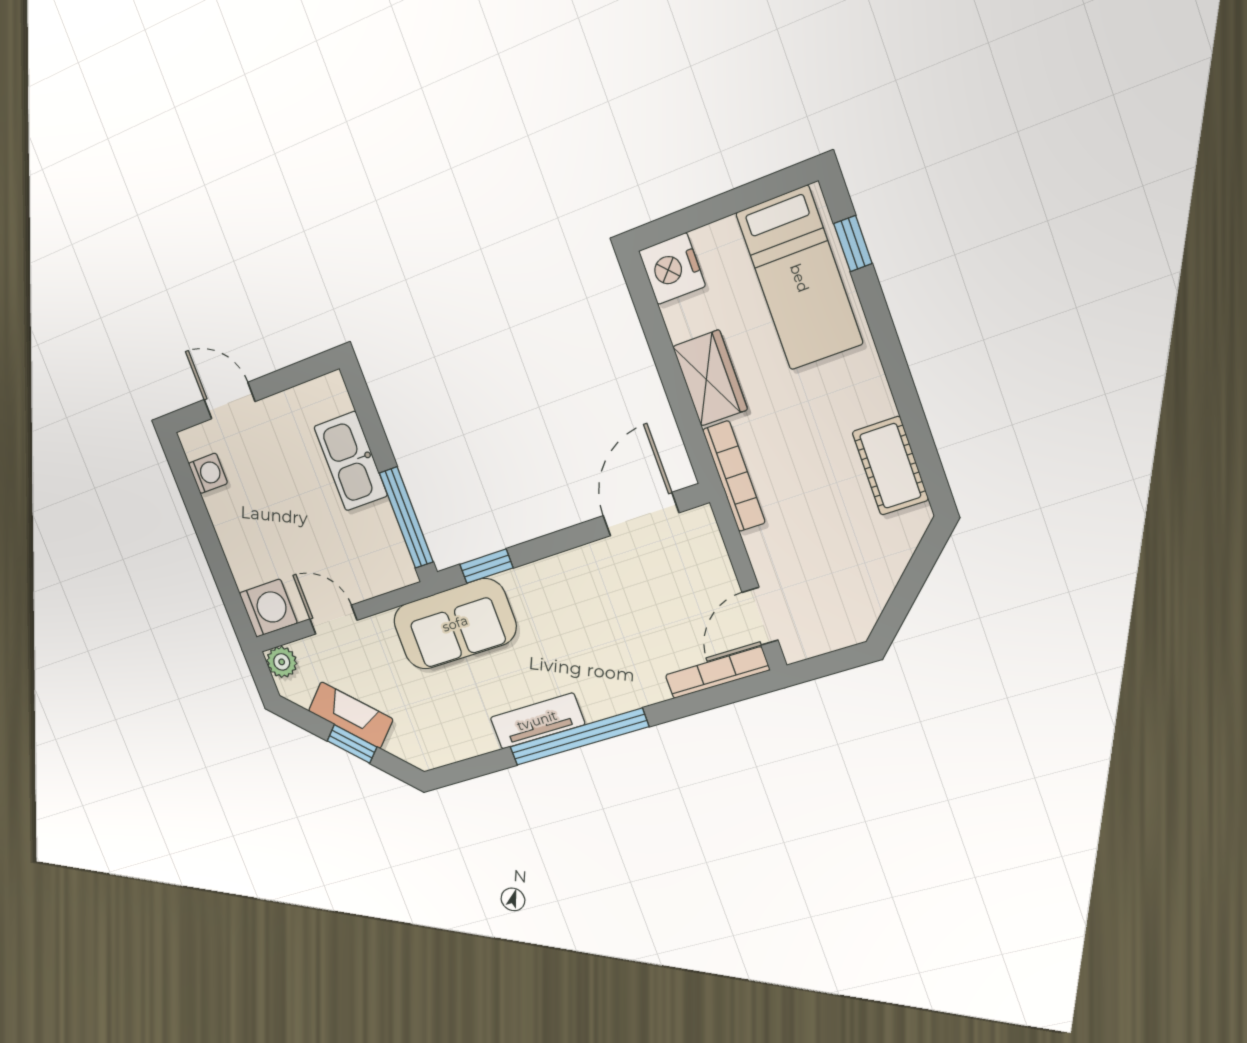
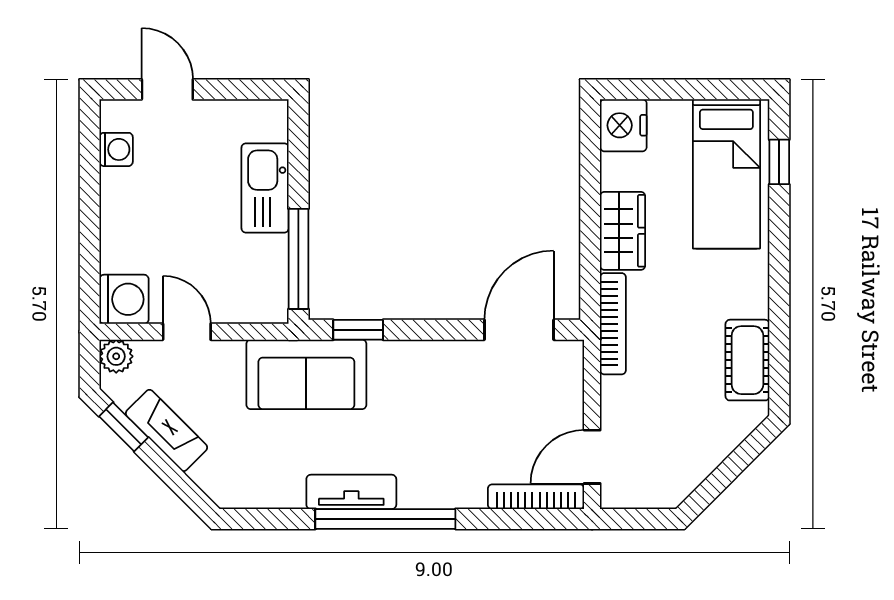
window: (352, 744) -> (124, 427), moved

